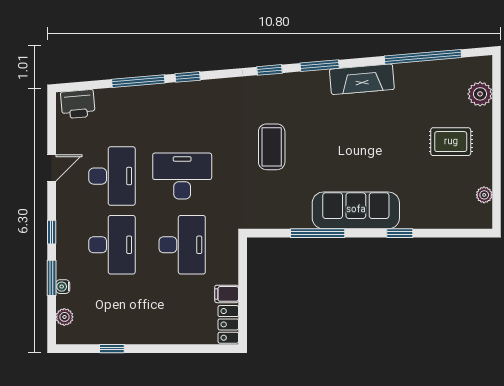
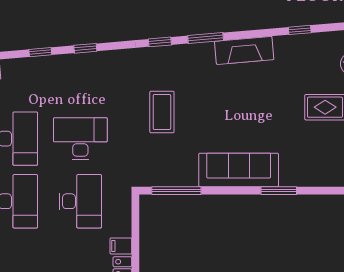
window: (423, 57) -> (300, 30), width x0.32
window: (138, 81) -> (40, 52), width x0.46
window: (318, 233) -> (176, 191), moved
window: (400, 233) -> (279, 191), width x1.50

